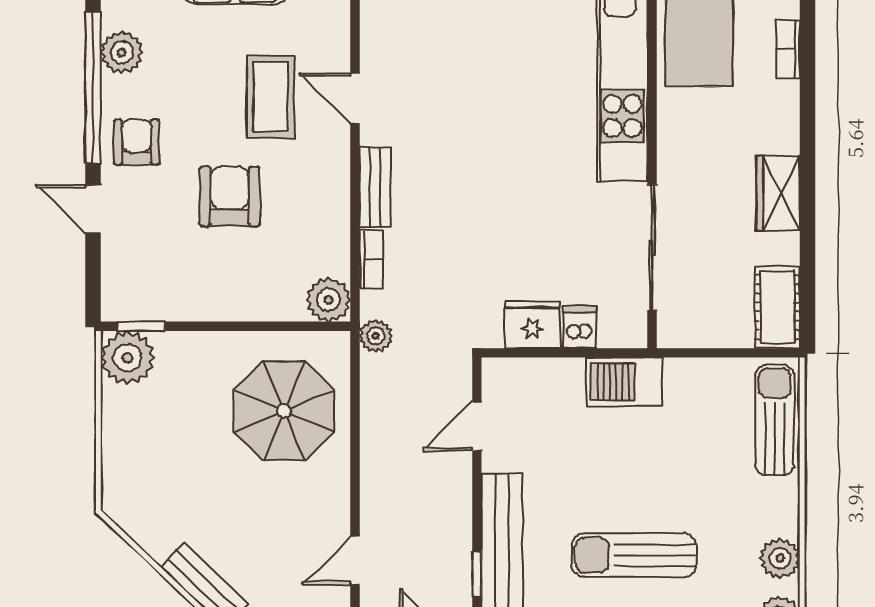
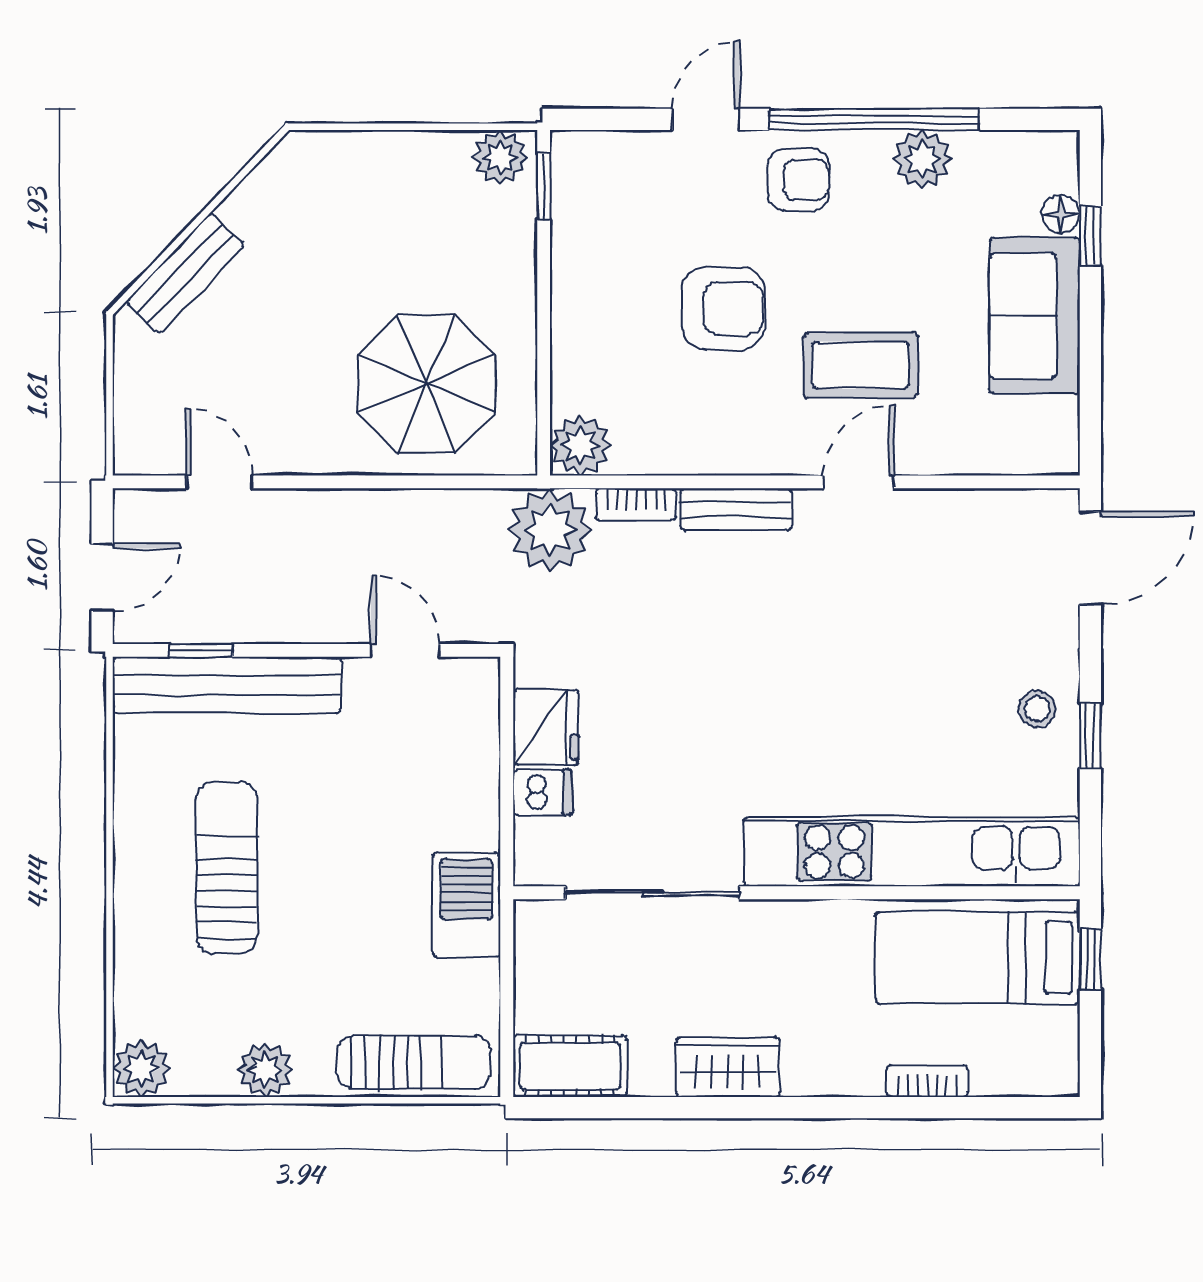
plant: (376, 336) -> (550, 530), width x1.88, depth x1.88
plant: (127, 358) -> (500, 157), width x0.73, depth x0.73
barbecue: (624, 382) -> (466, 905), moved
plant: (780, 558) -> (265, 1070), moved

